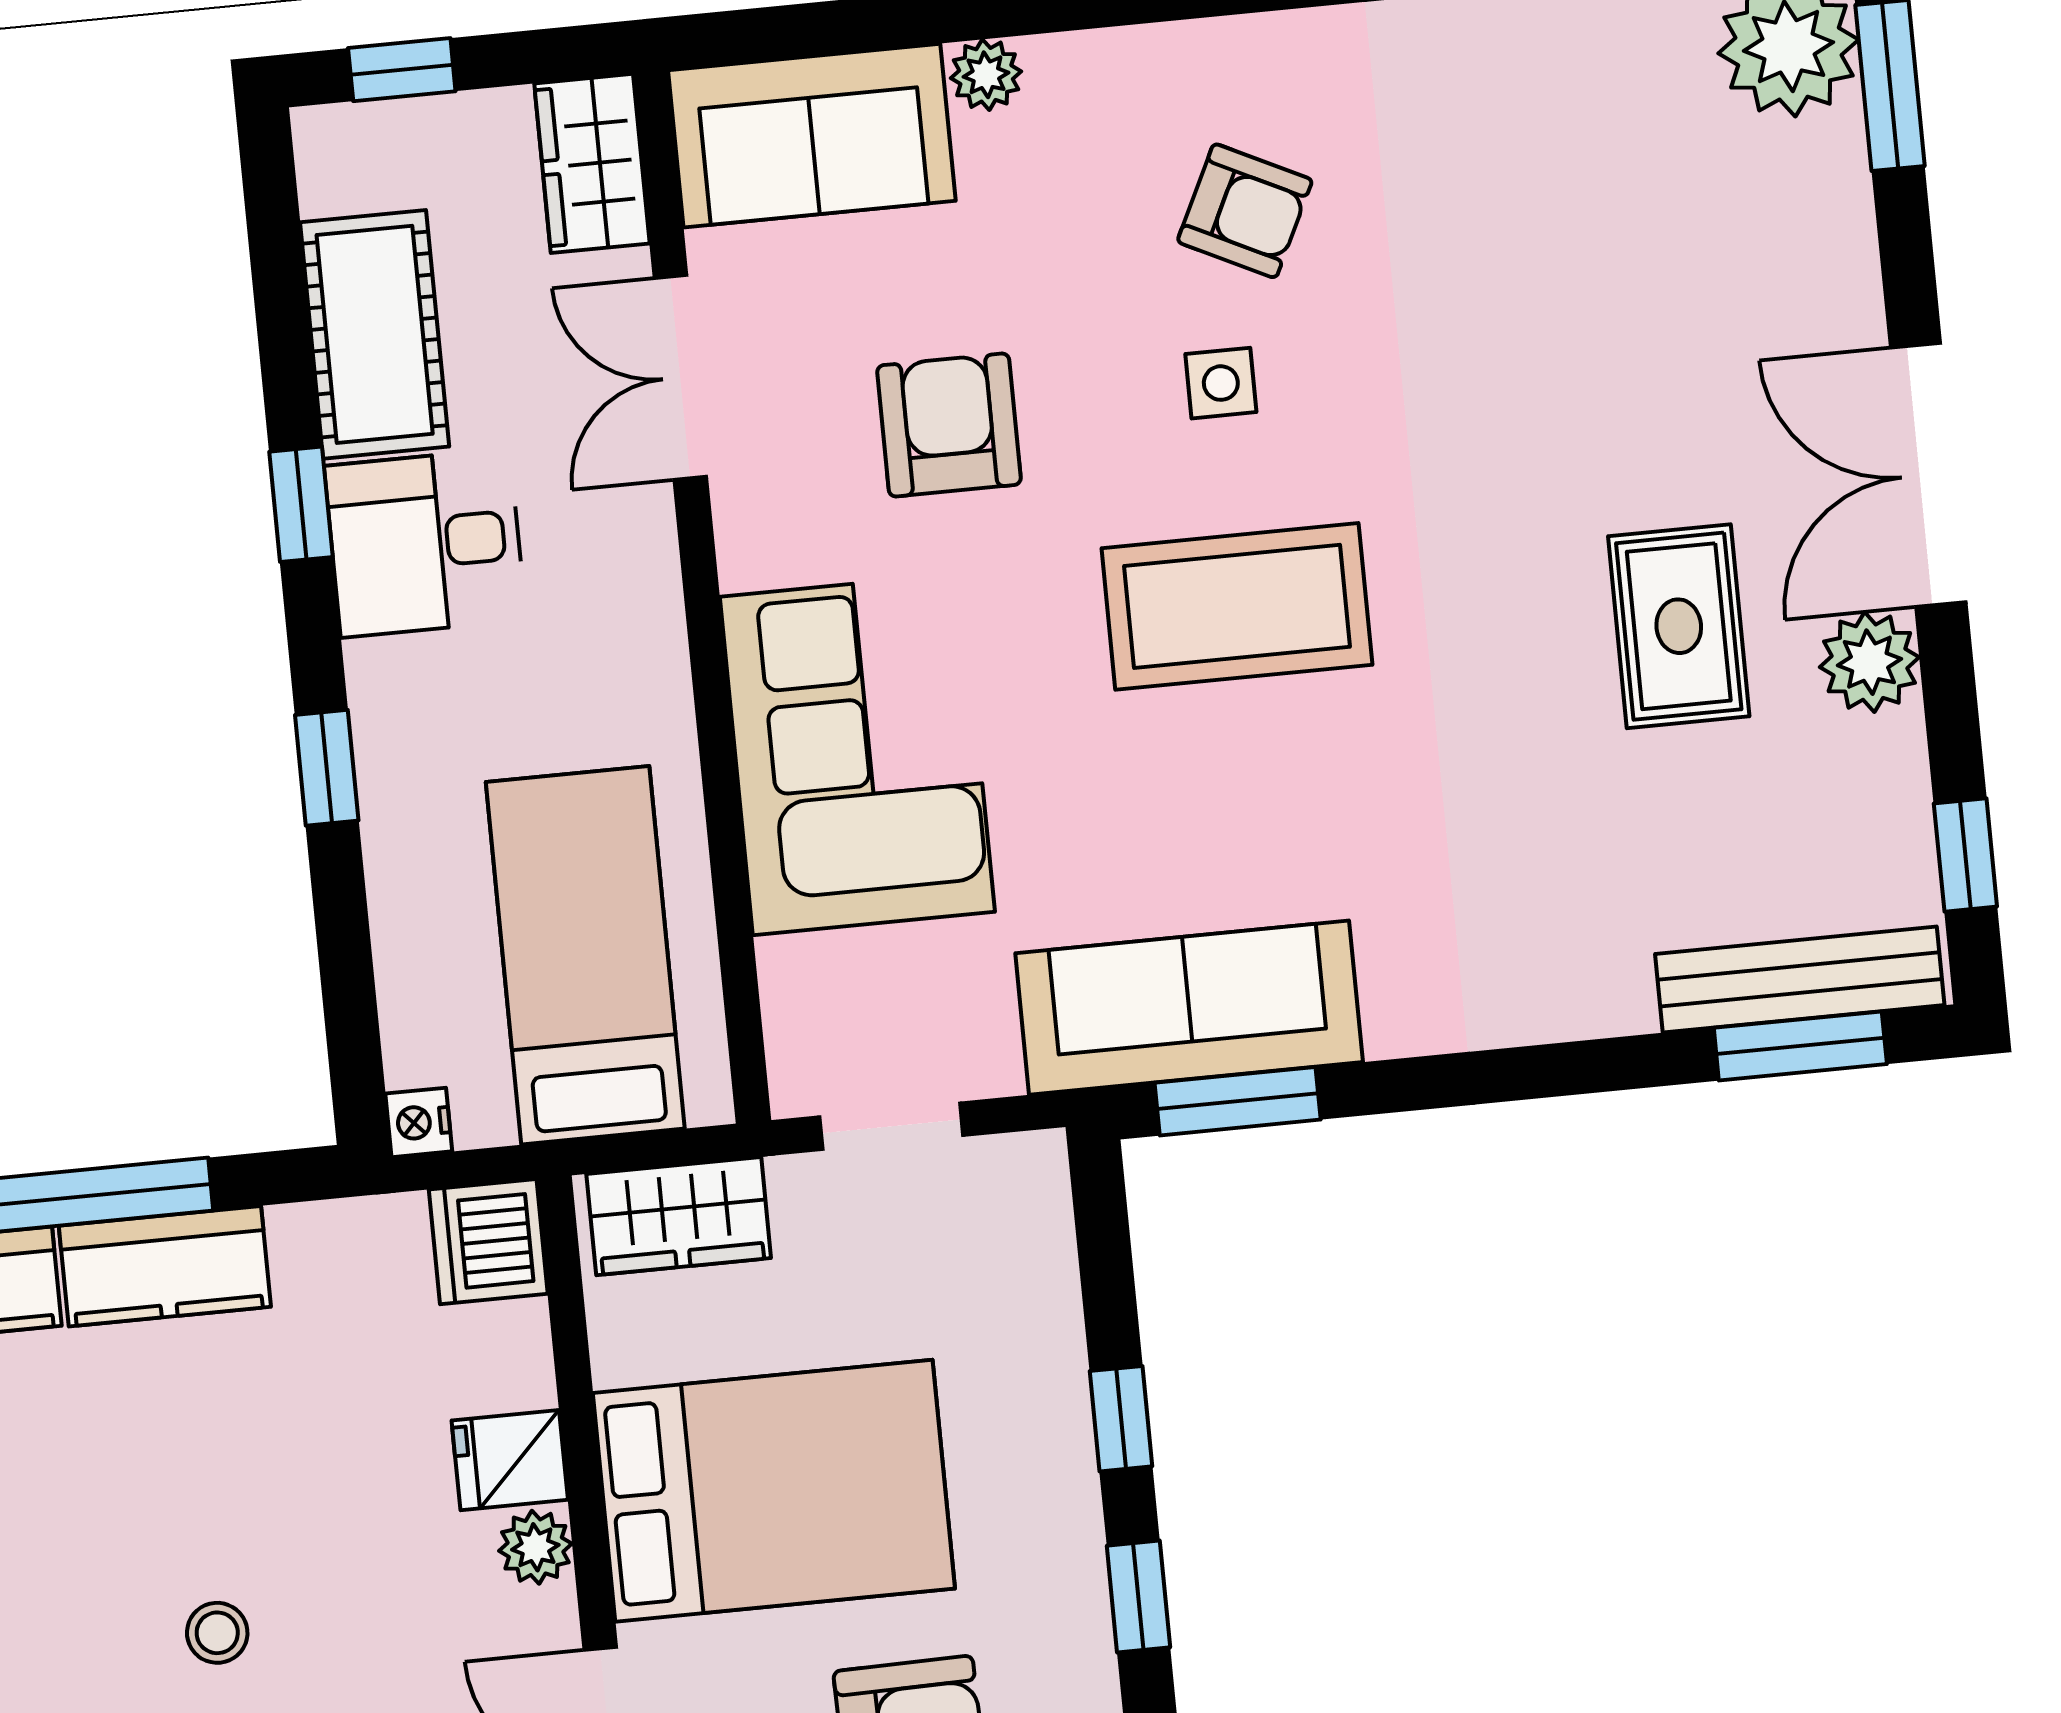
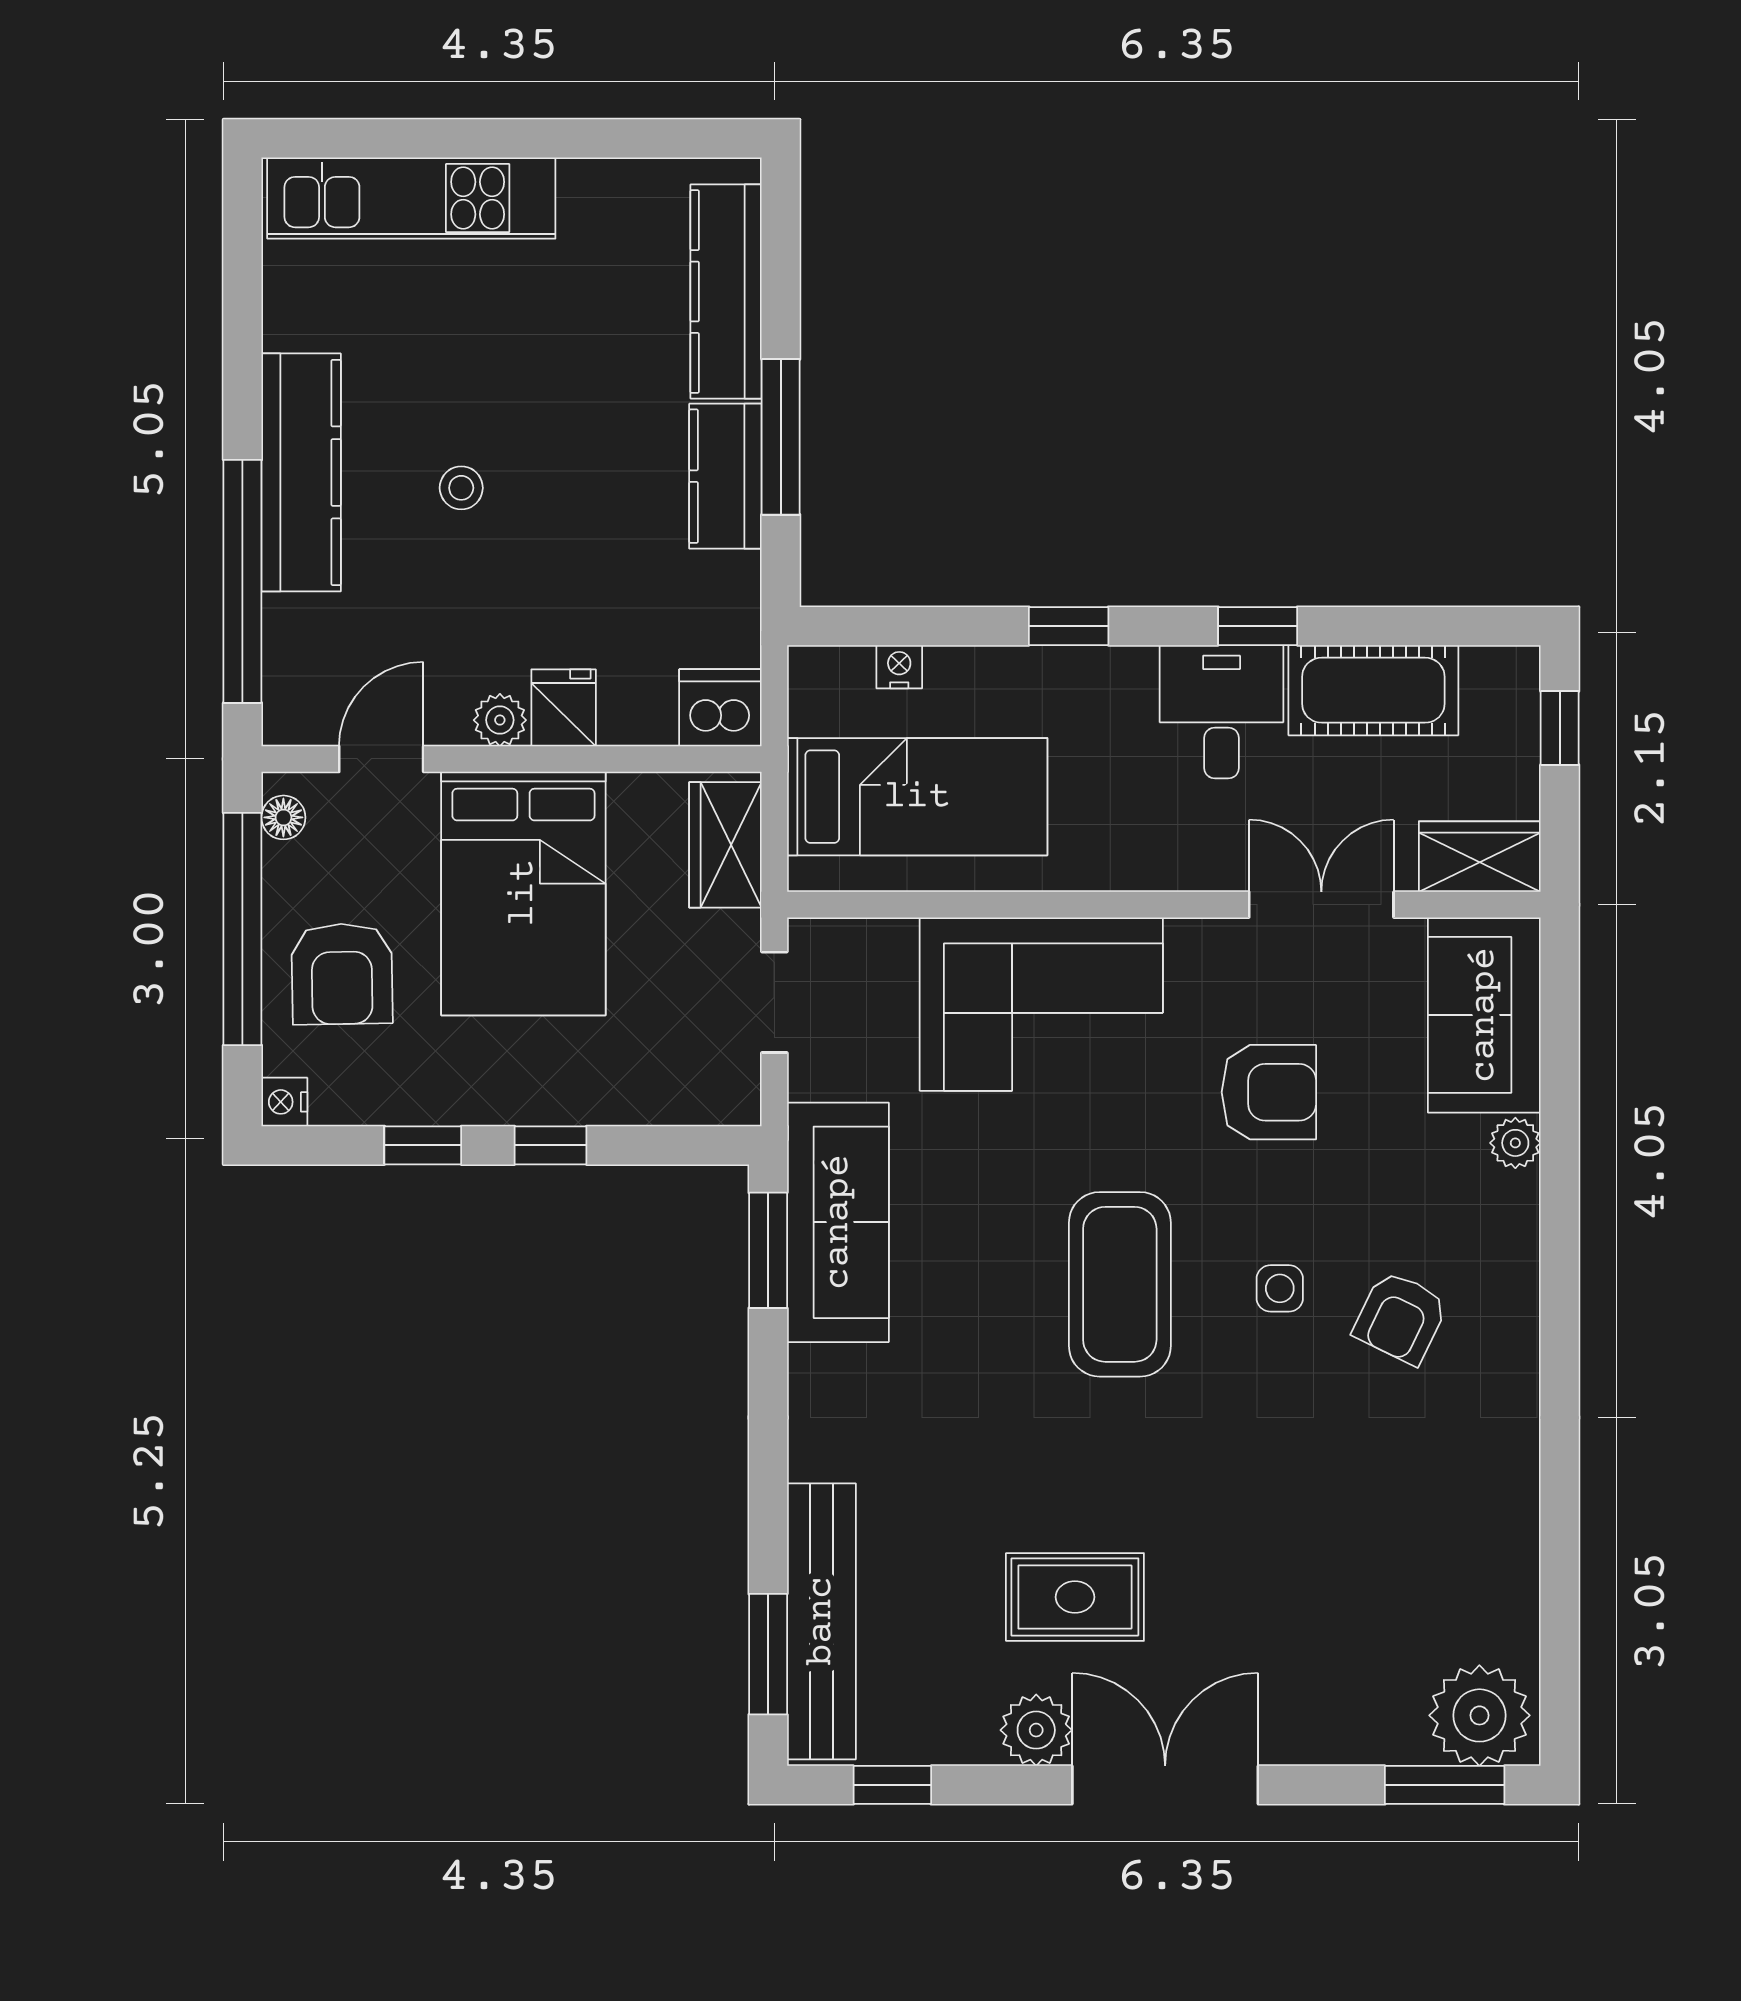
bench: (1800, 980) -> (821, 1621), width x1.37, depth x1.21
nightstand: (419, 1122) -> (899, 667), moved

